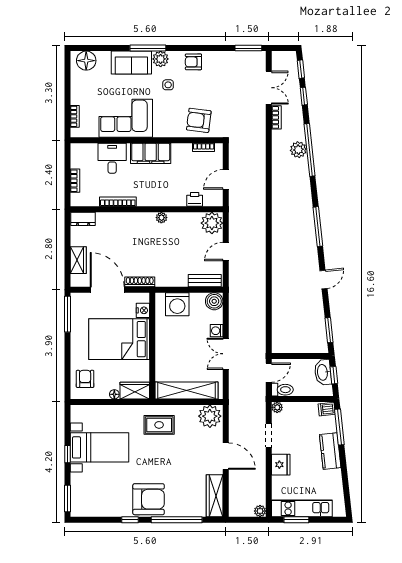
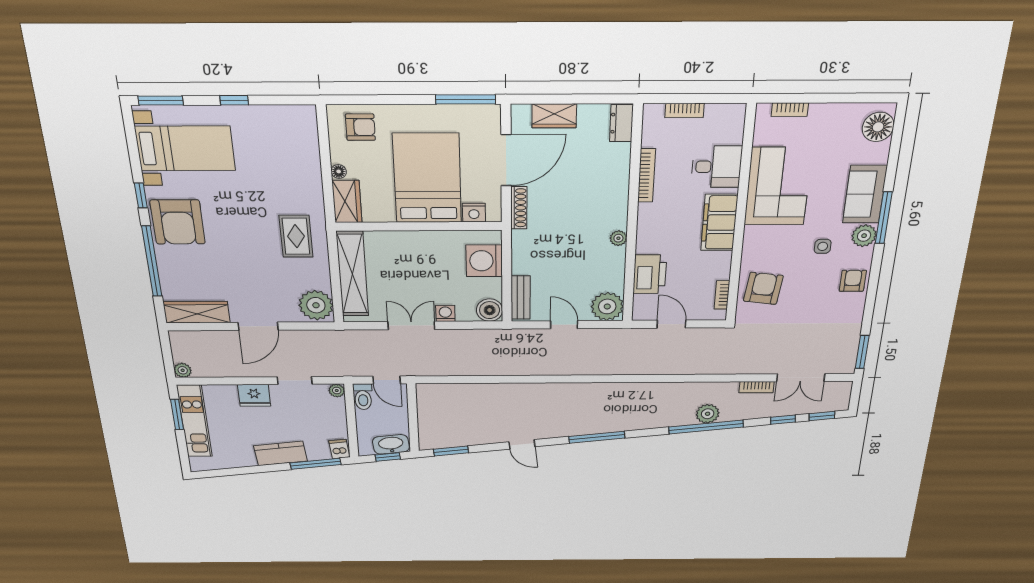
printer: (195, 199) -> (650, 274), width x1.87, depth x1.48
bed with nightstands: (100, 447) -> (185, 148), moved, turned -90

